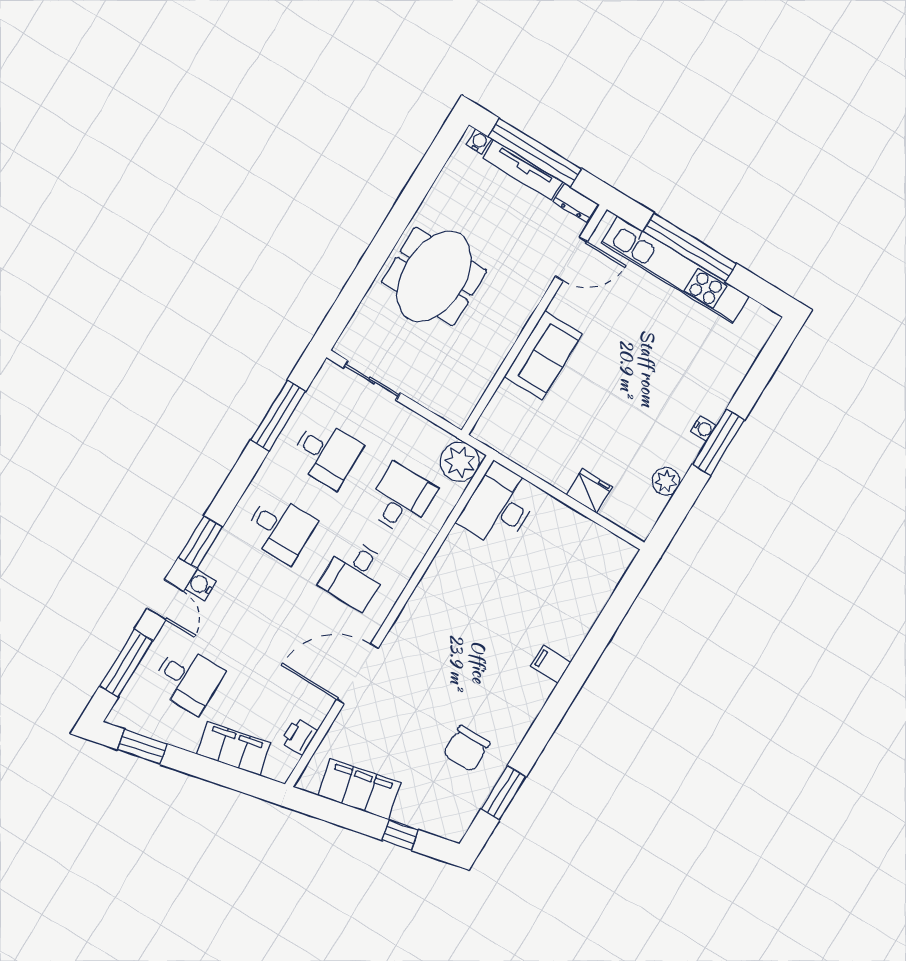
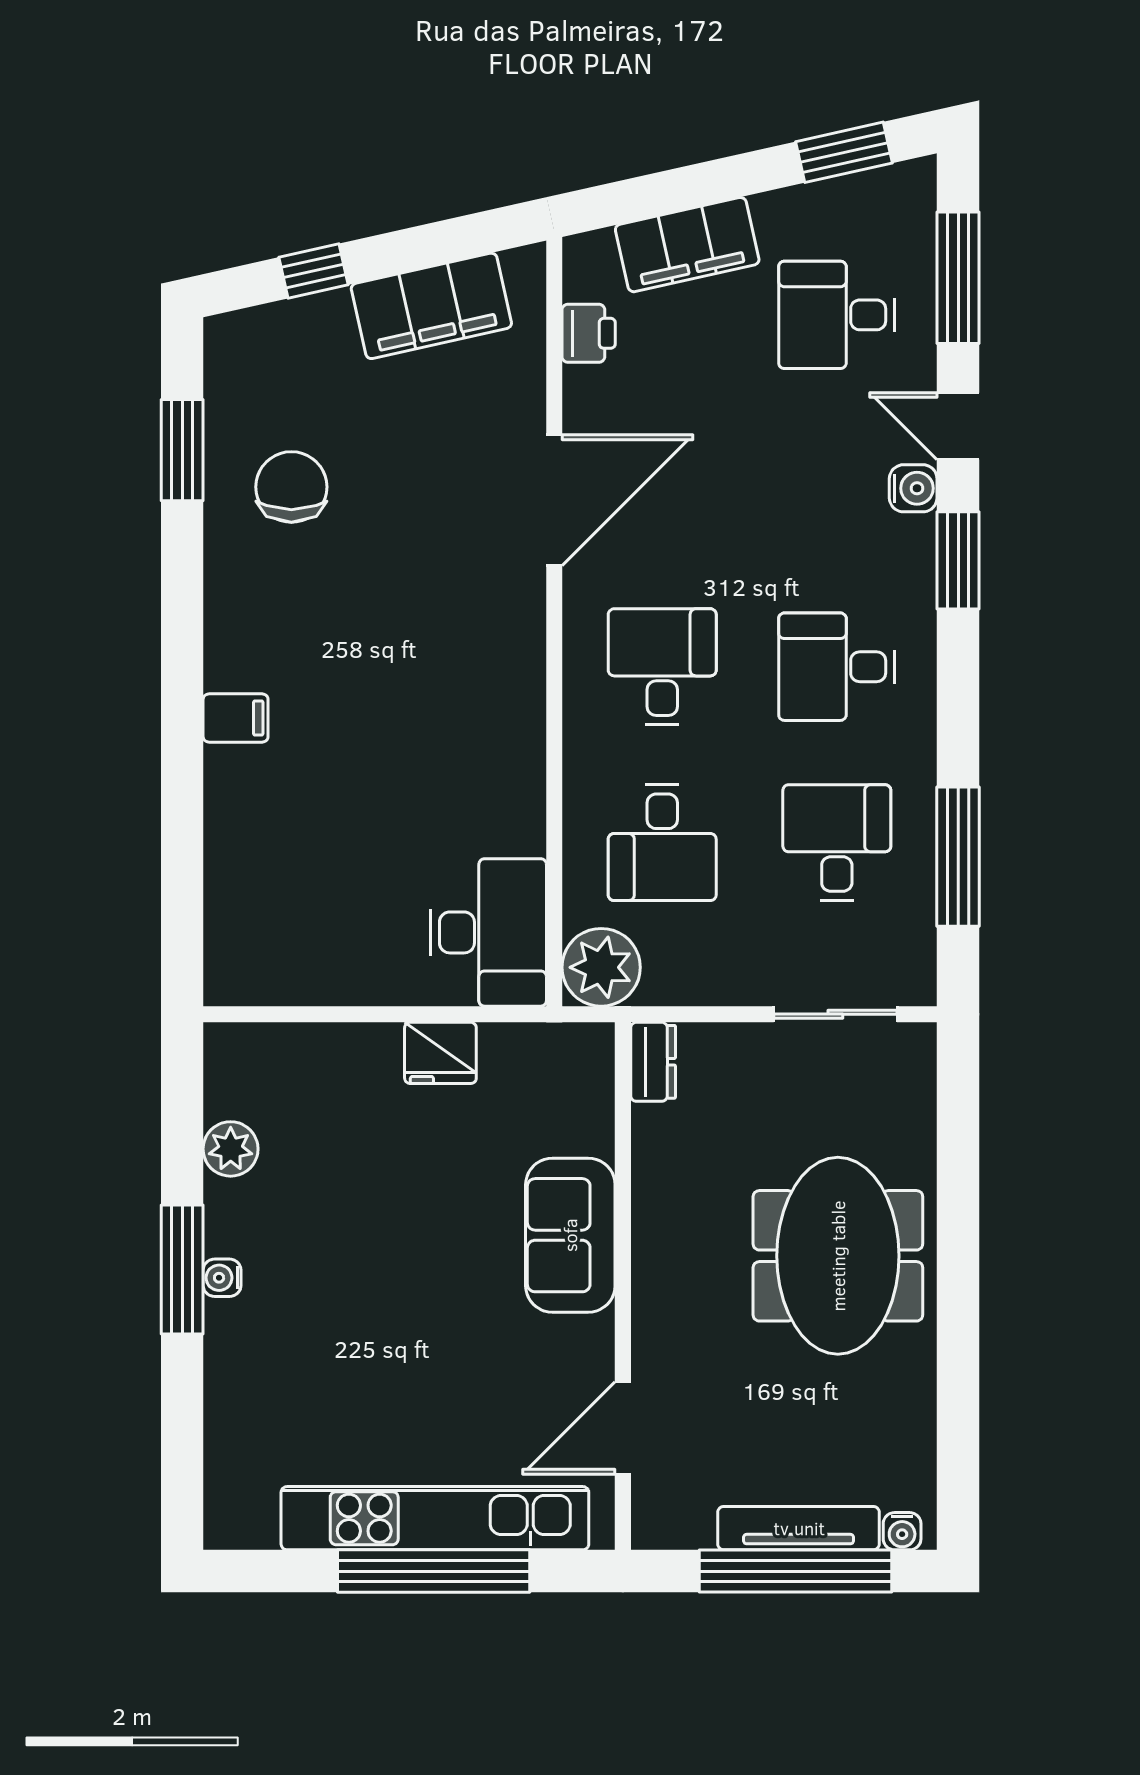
dresser: (576, 203) -> (653, 1062), moved, turned 90
desk: (326, 453) -> (837, 843), turned 90
fridge: (589, 491) -> (440, 1053), moved

